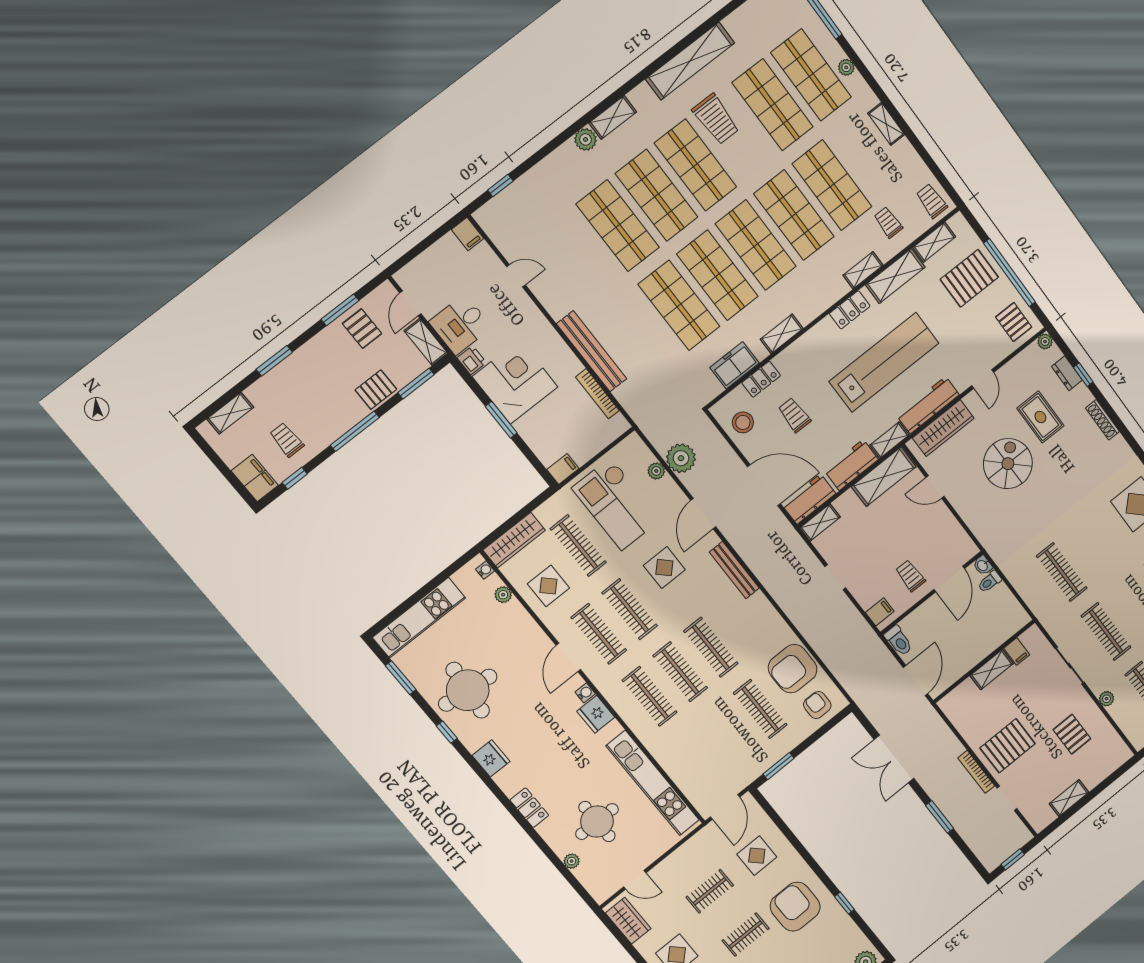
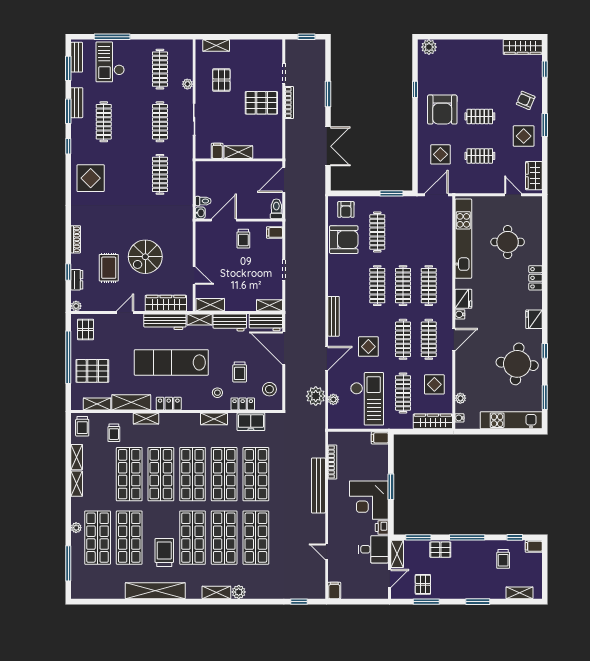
shelving: (910, 157) -> (77, 457), added
stool: (802, 369) -> (217, 393), added
shelving: (884, 477) -> (210, 305), width x0.67, depth x0.75
filing cabinet: (255, 478) -> (534, 546), width x0.50
shelving: (1069, 798) -> (216, 45), moved
plant: (572, 861) -> (537, 232), removed

